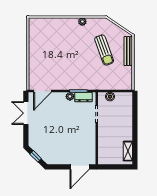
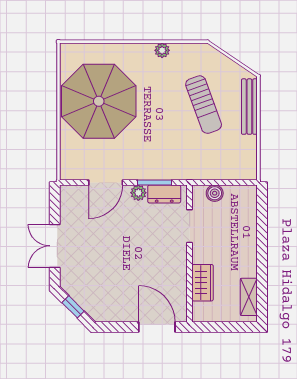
parasol: (49, 48) -> (99, 101), added
door: (43, 91) -> (106, 182), moved
double door: (26, 113) -> (55, 246), moved
wardrobe: (104, 144) -> (203, 283), added
door: (80, 167) -> (157, 327), swing flipped

